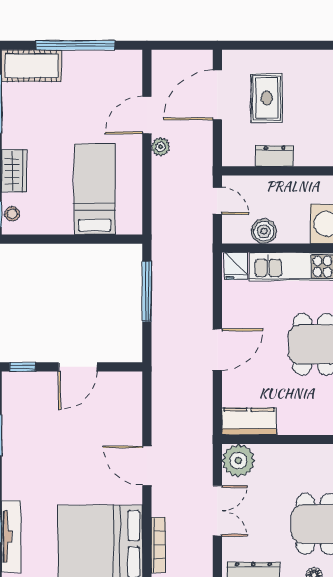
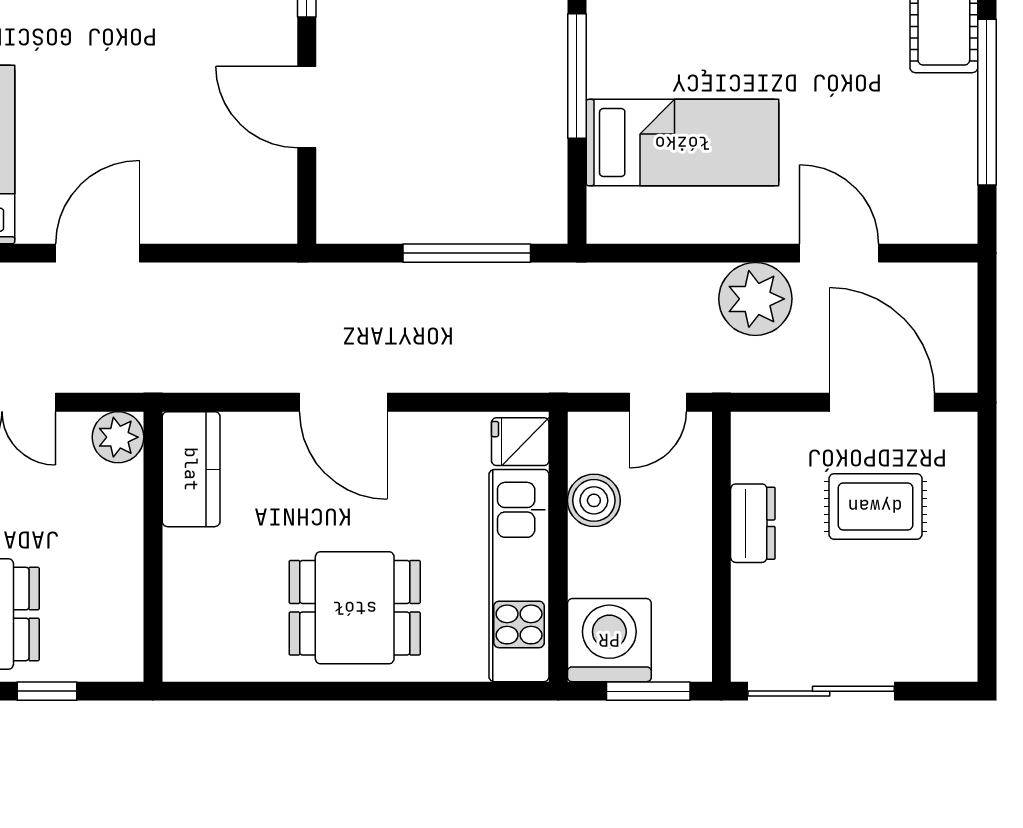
plant: (161, 147) -> (755, 299), width x1.88, depth x1.88
window: (63, 239) -> (577, 76), added
plant: (238, 461) -> (118, 437), width x0.73, depth x0.73

